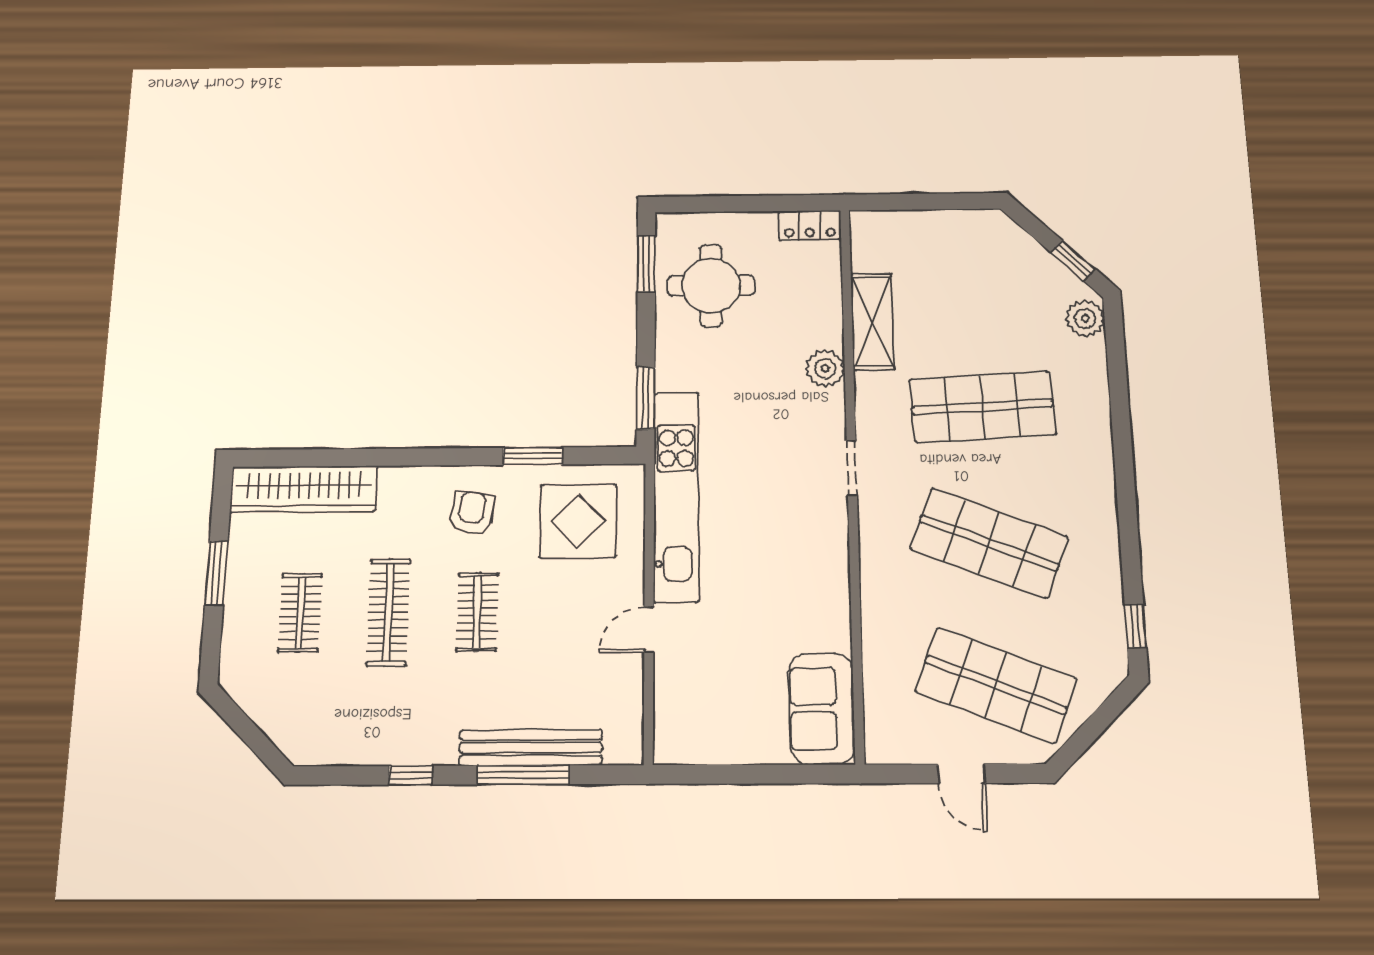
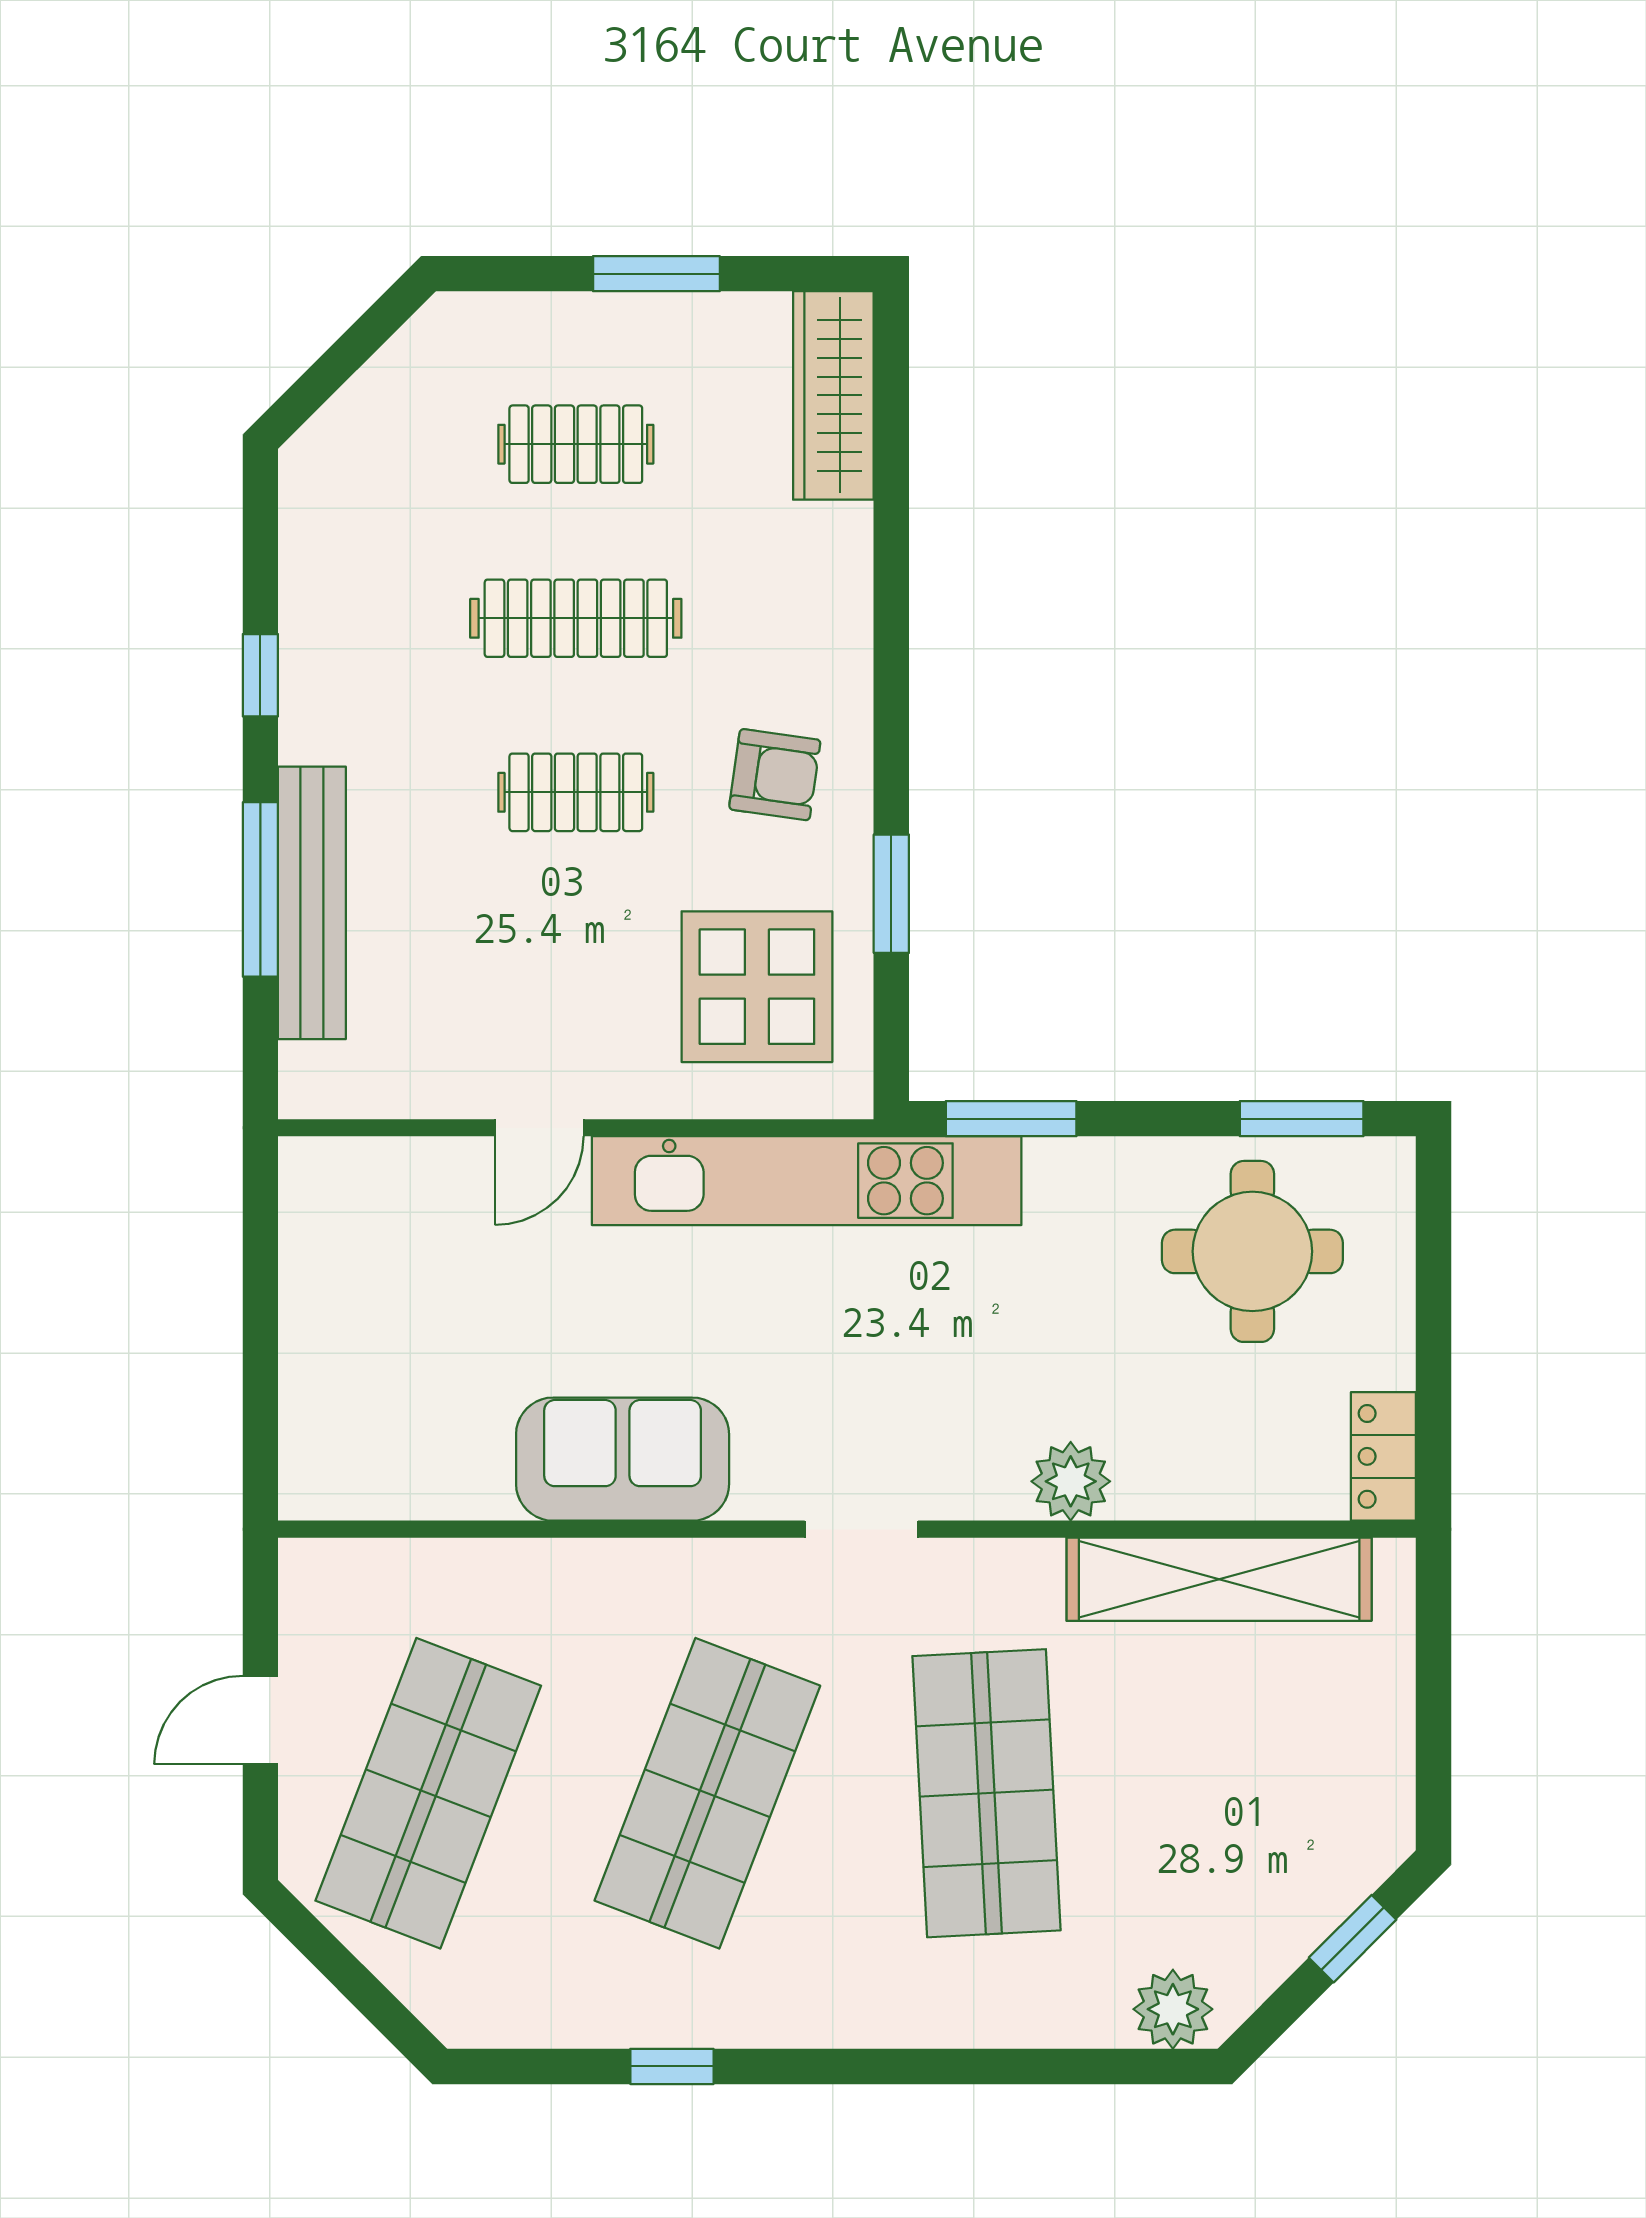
window: (1073, 261) -> (1353, 1939), moved
shelving: (872, 322) -> (1219, 1579), width x1.47
wardrobe: (304, 489) -> (833, 395), width x0.71, depth x0.85
window: (1135, 626) -> (672, 2066), moved
door: (649, 629) -> (539, 1128), swing flipped
sofa: (822, 709) -> (623, 1459), moved

